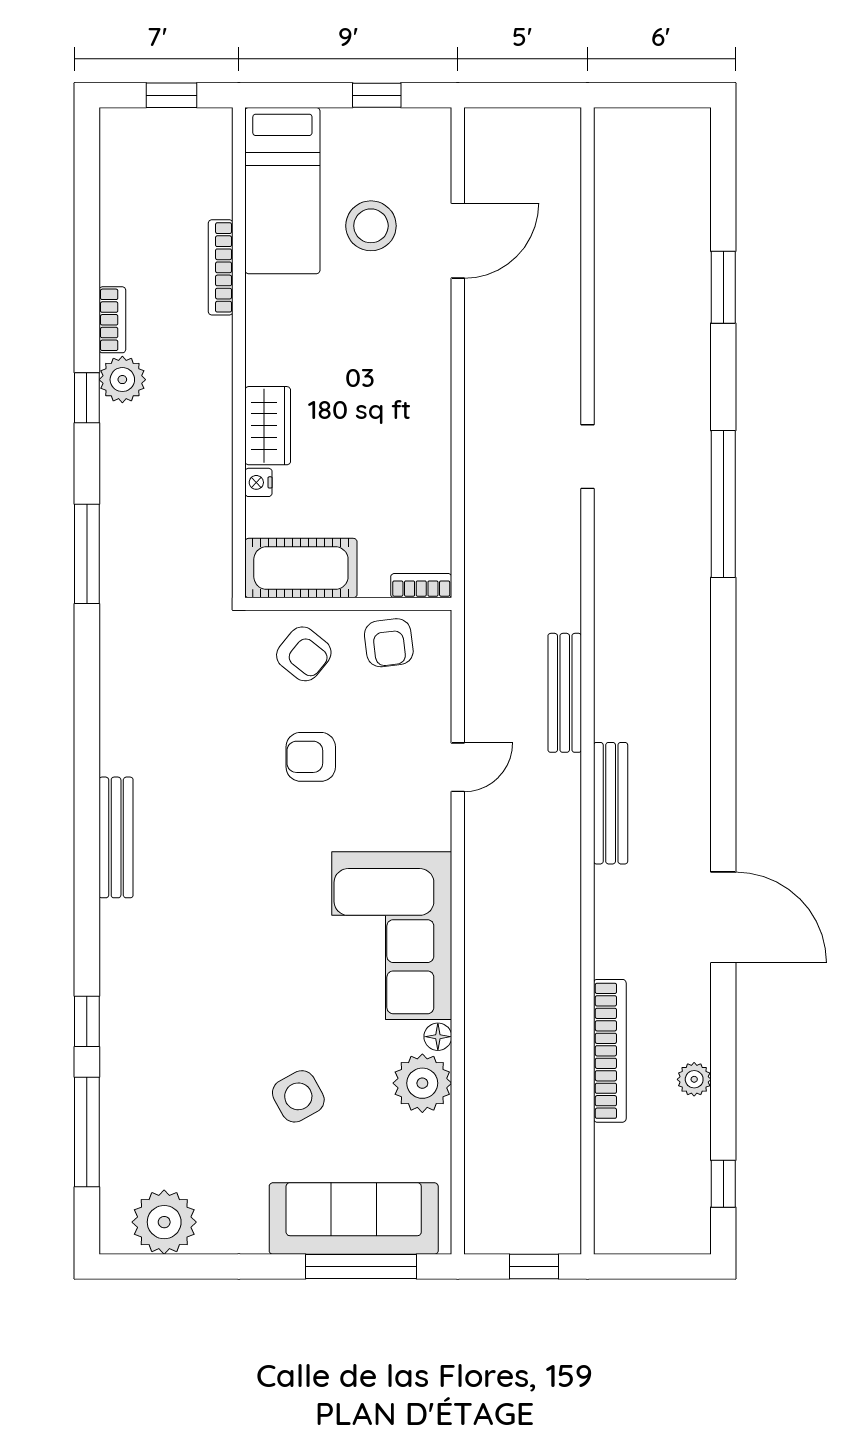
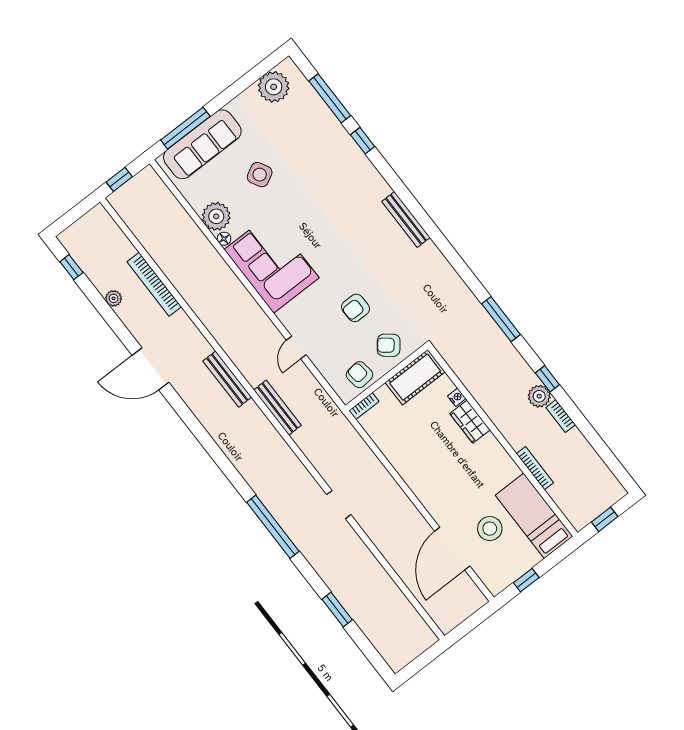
door: (458, 241) -> (452, 549), width x1.36
armchair: (311, 757) -> (355, 308), turned 180

